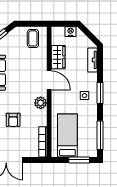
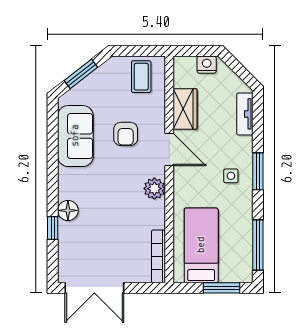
armchair: (13, 120) -> (126, 134), moved

